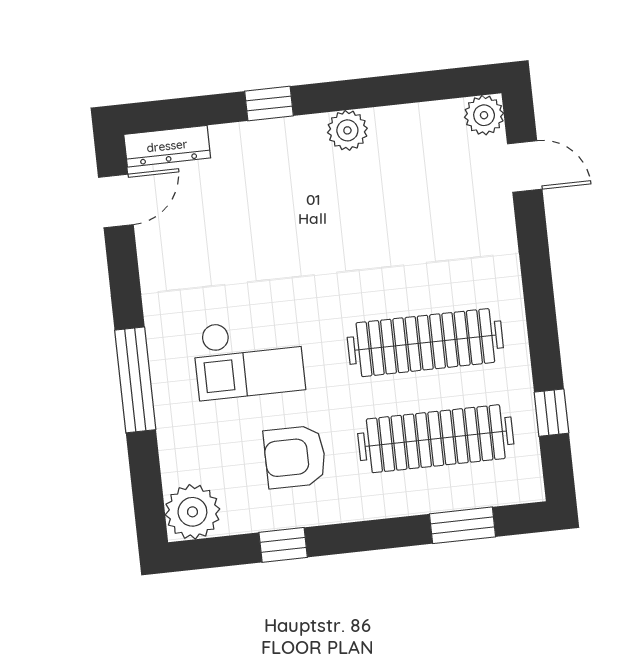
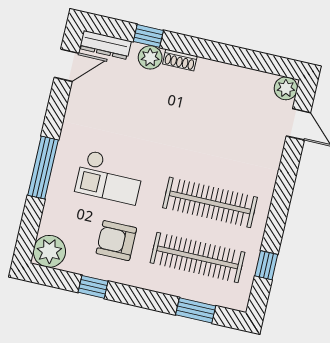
window: (269, 103) -> (148, 36), moved
shoe rack: (296, 129) -> (180, 60), added
plant: (347, 130) -> (150, 57), moved

